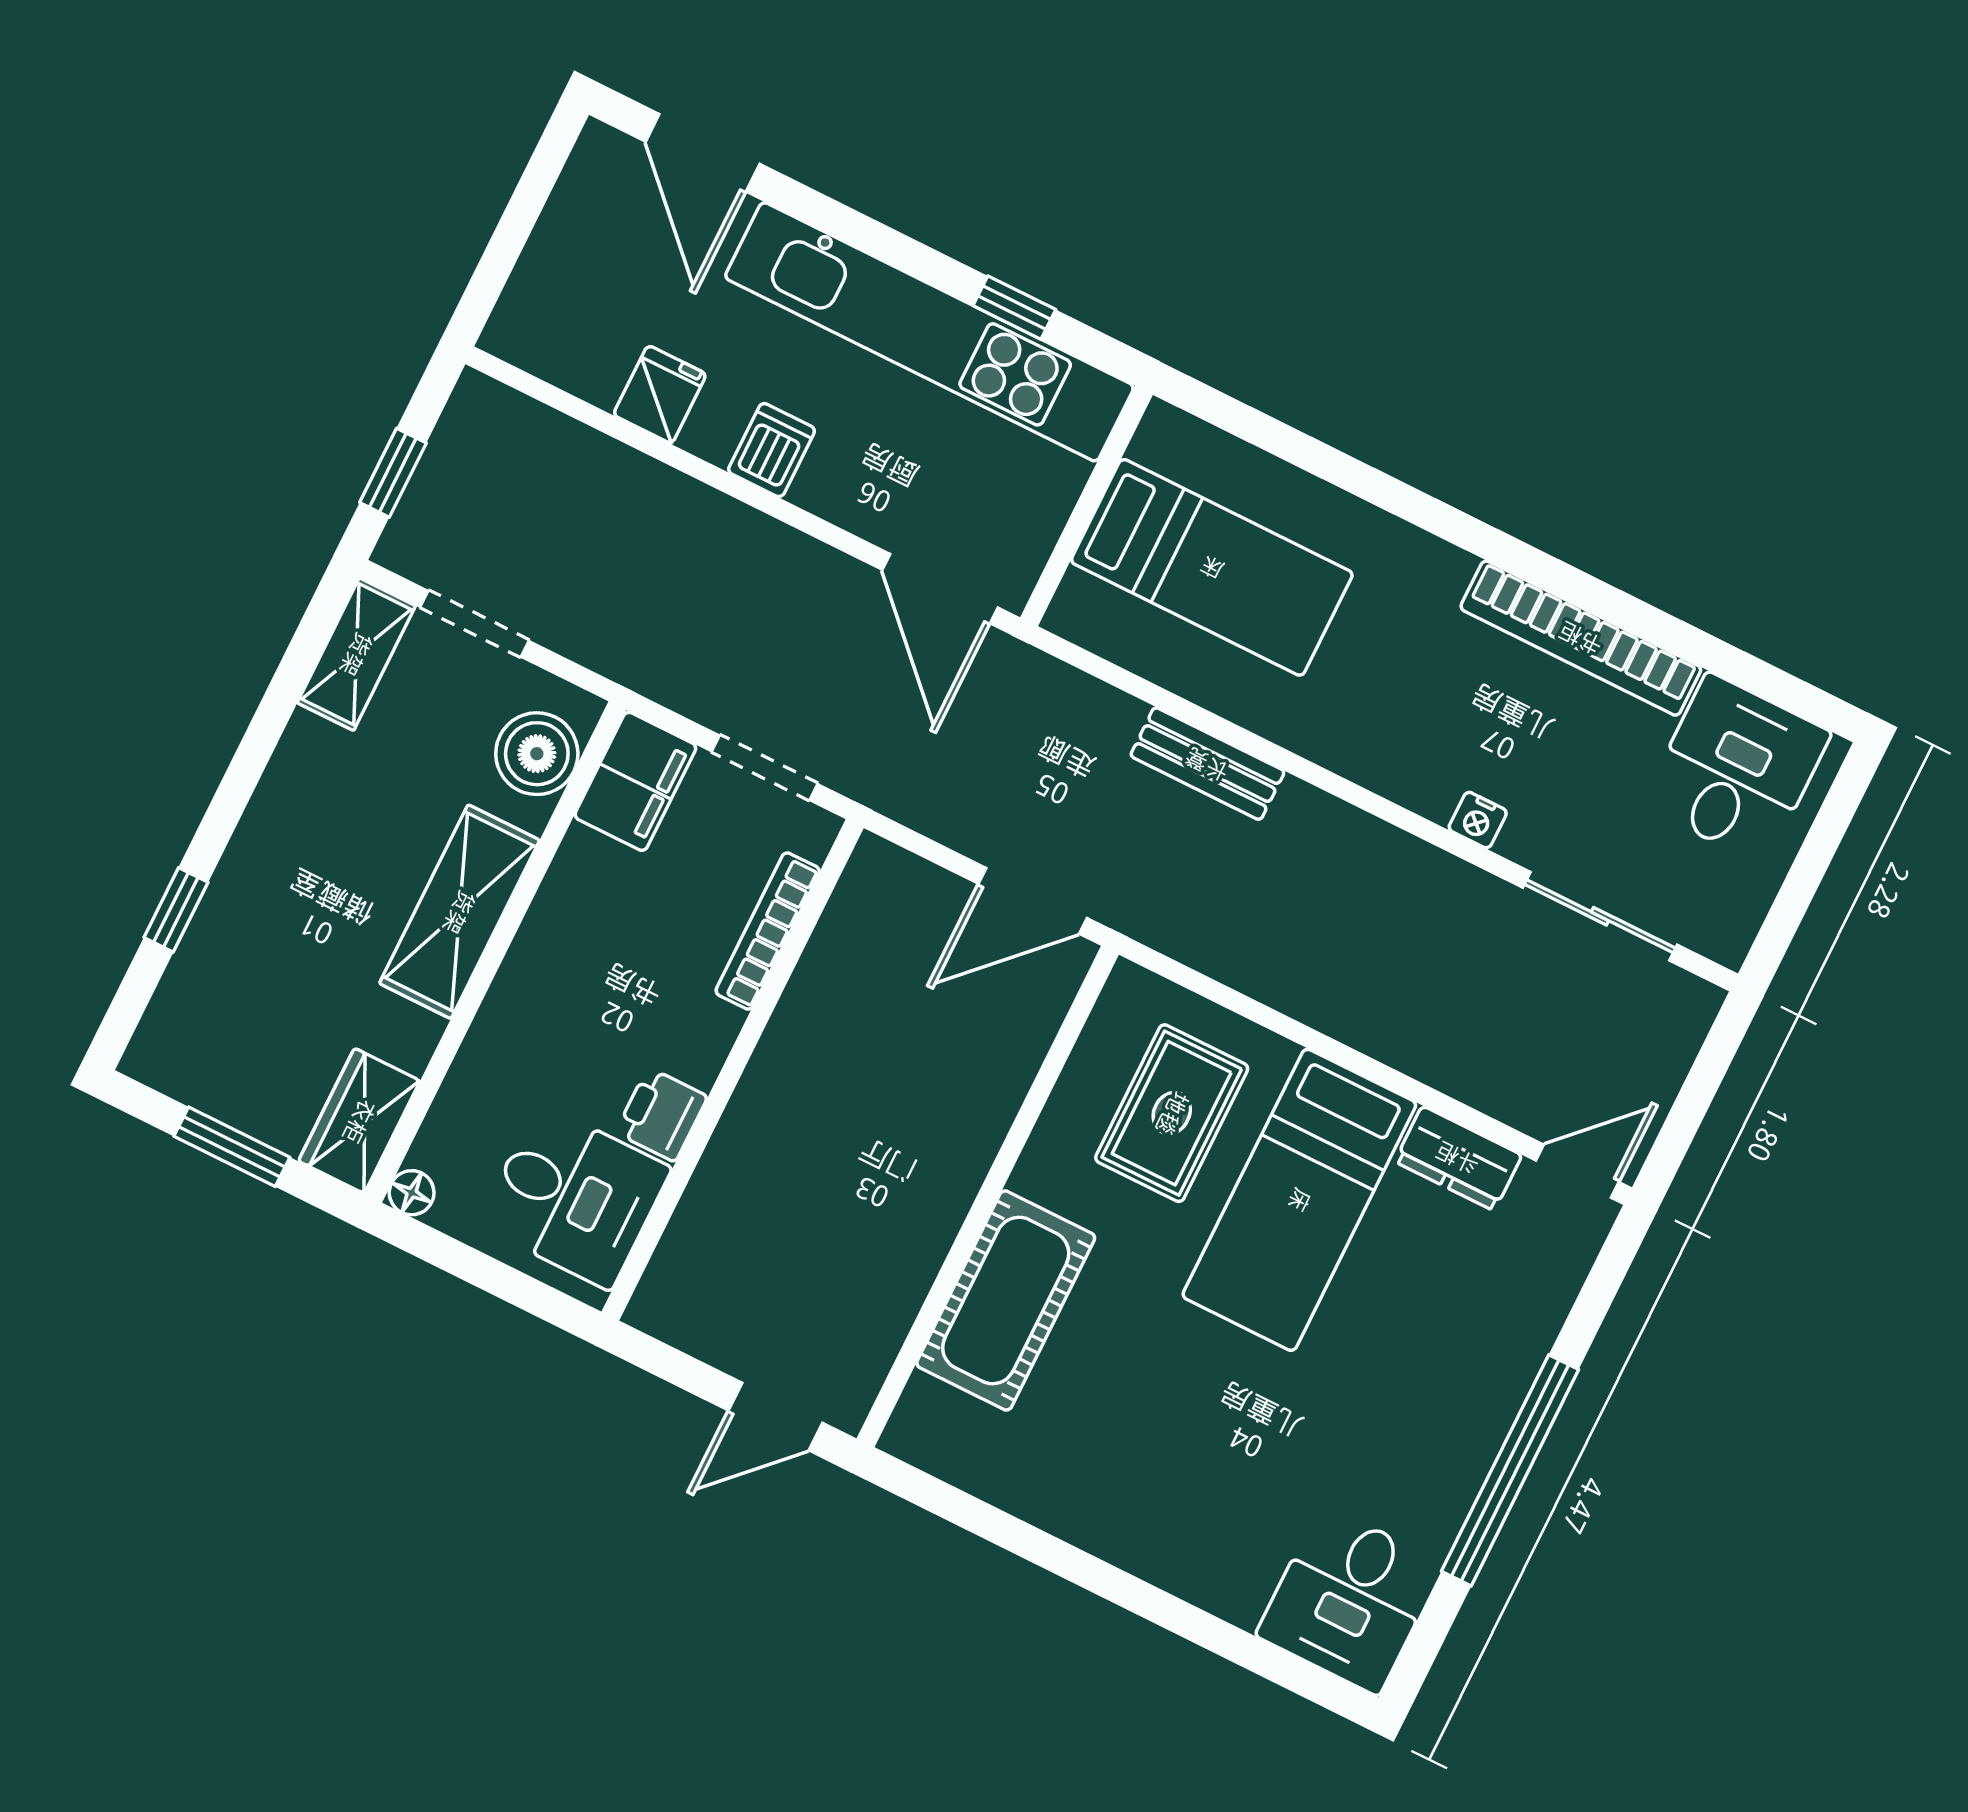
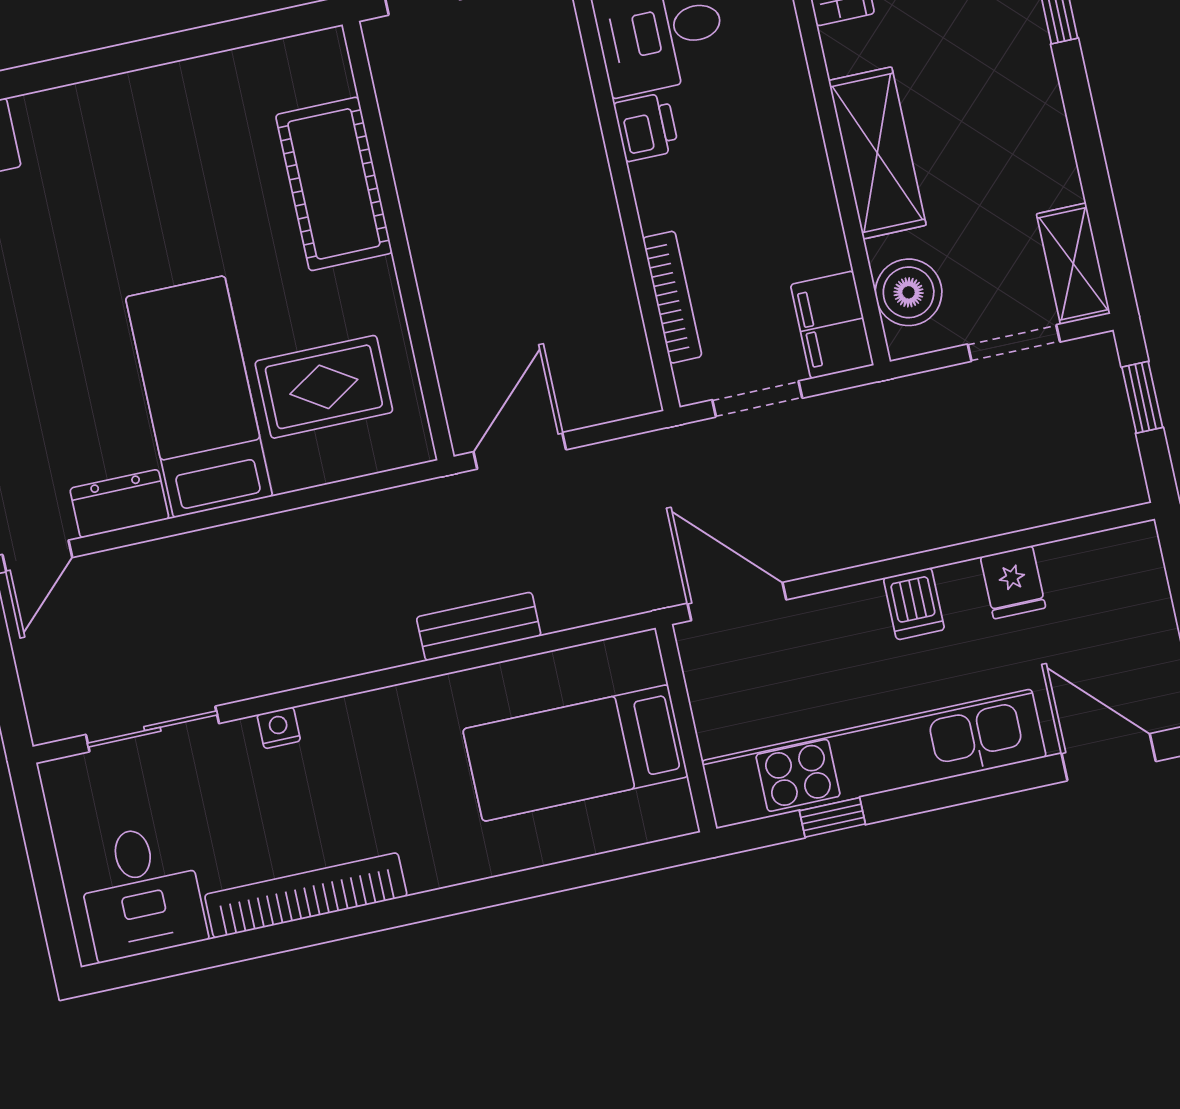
rug: (1172, 1113) -> (324, 387), turned 90

